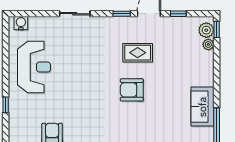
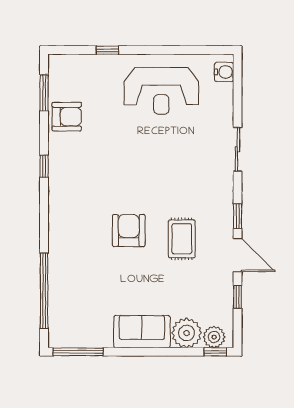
plant: (208, 44) -> (187, 333), width x1.87, depth x1.87
sofa: (203, 107) -> (142, 332), moved

